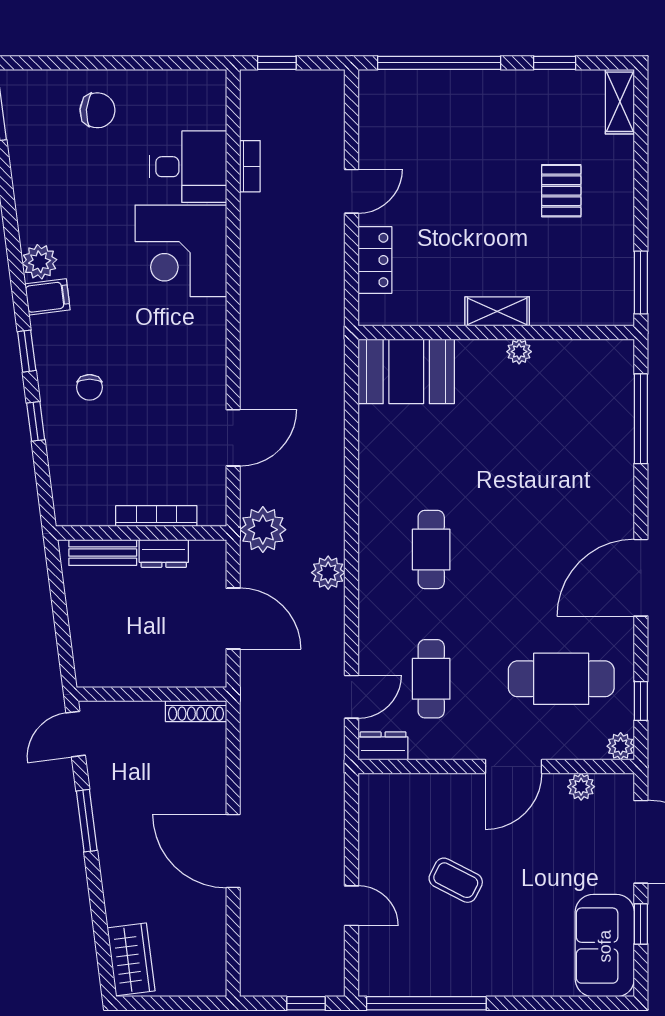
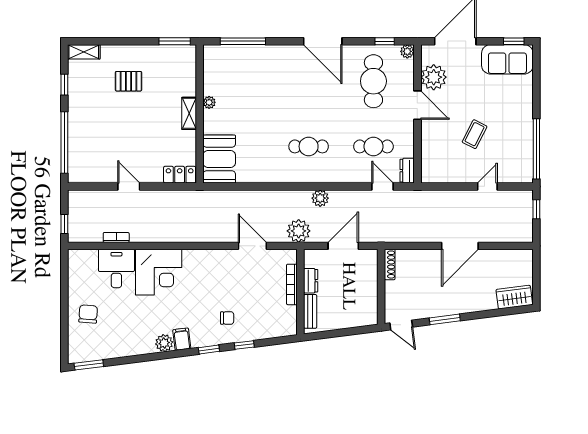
locker: (375, 260) -> (180, 175), moved
plant: (581, 787) -> (434, 77), width x1.88, depth x1.88
window: (641, 924) -> (514, 41), moved

